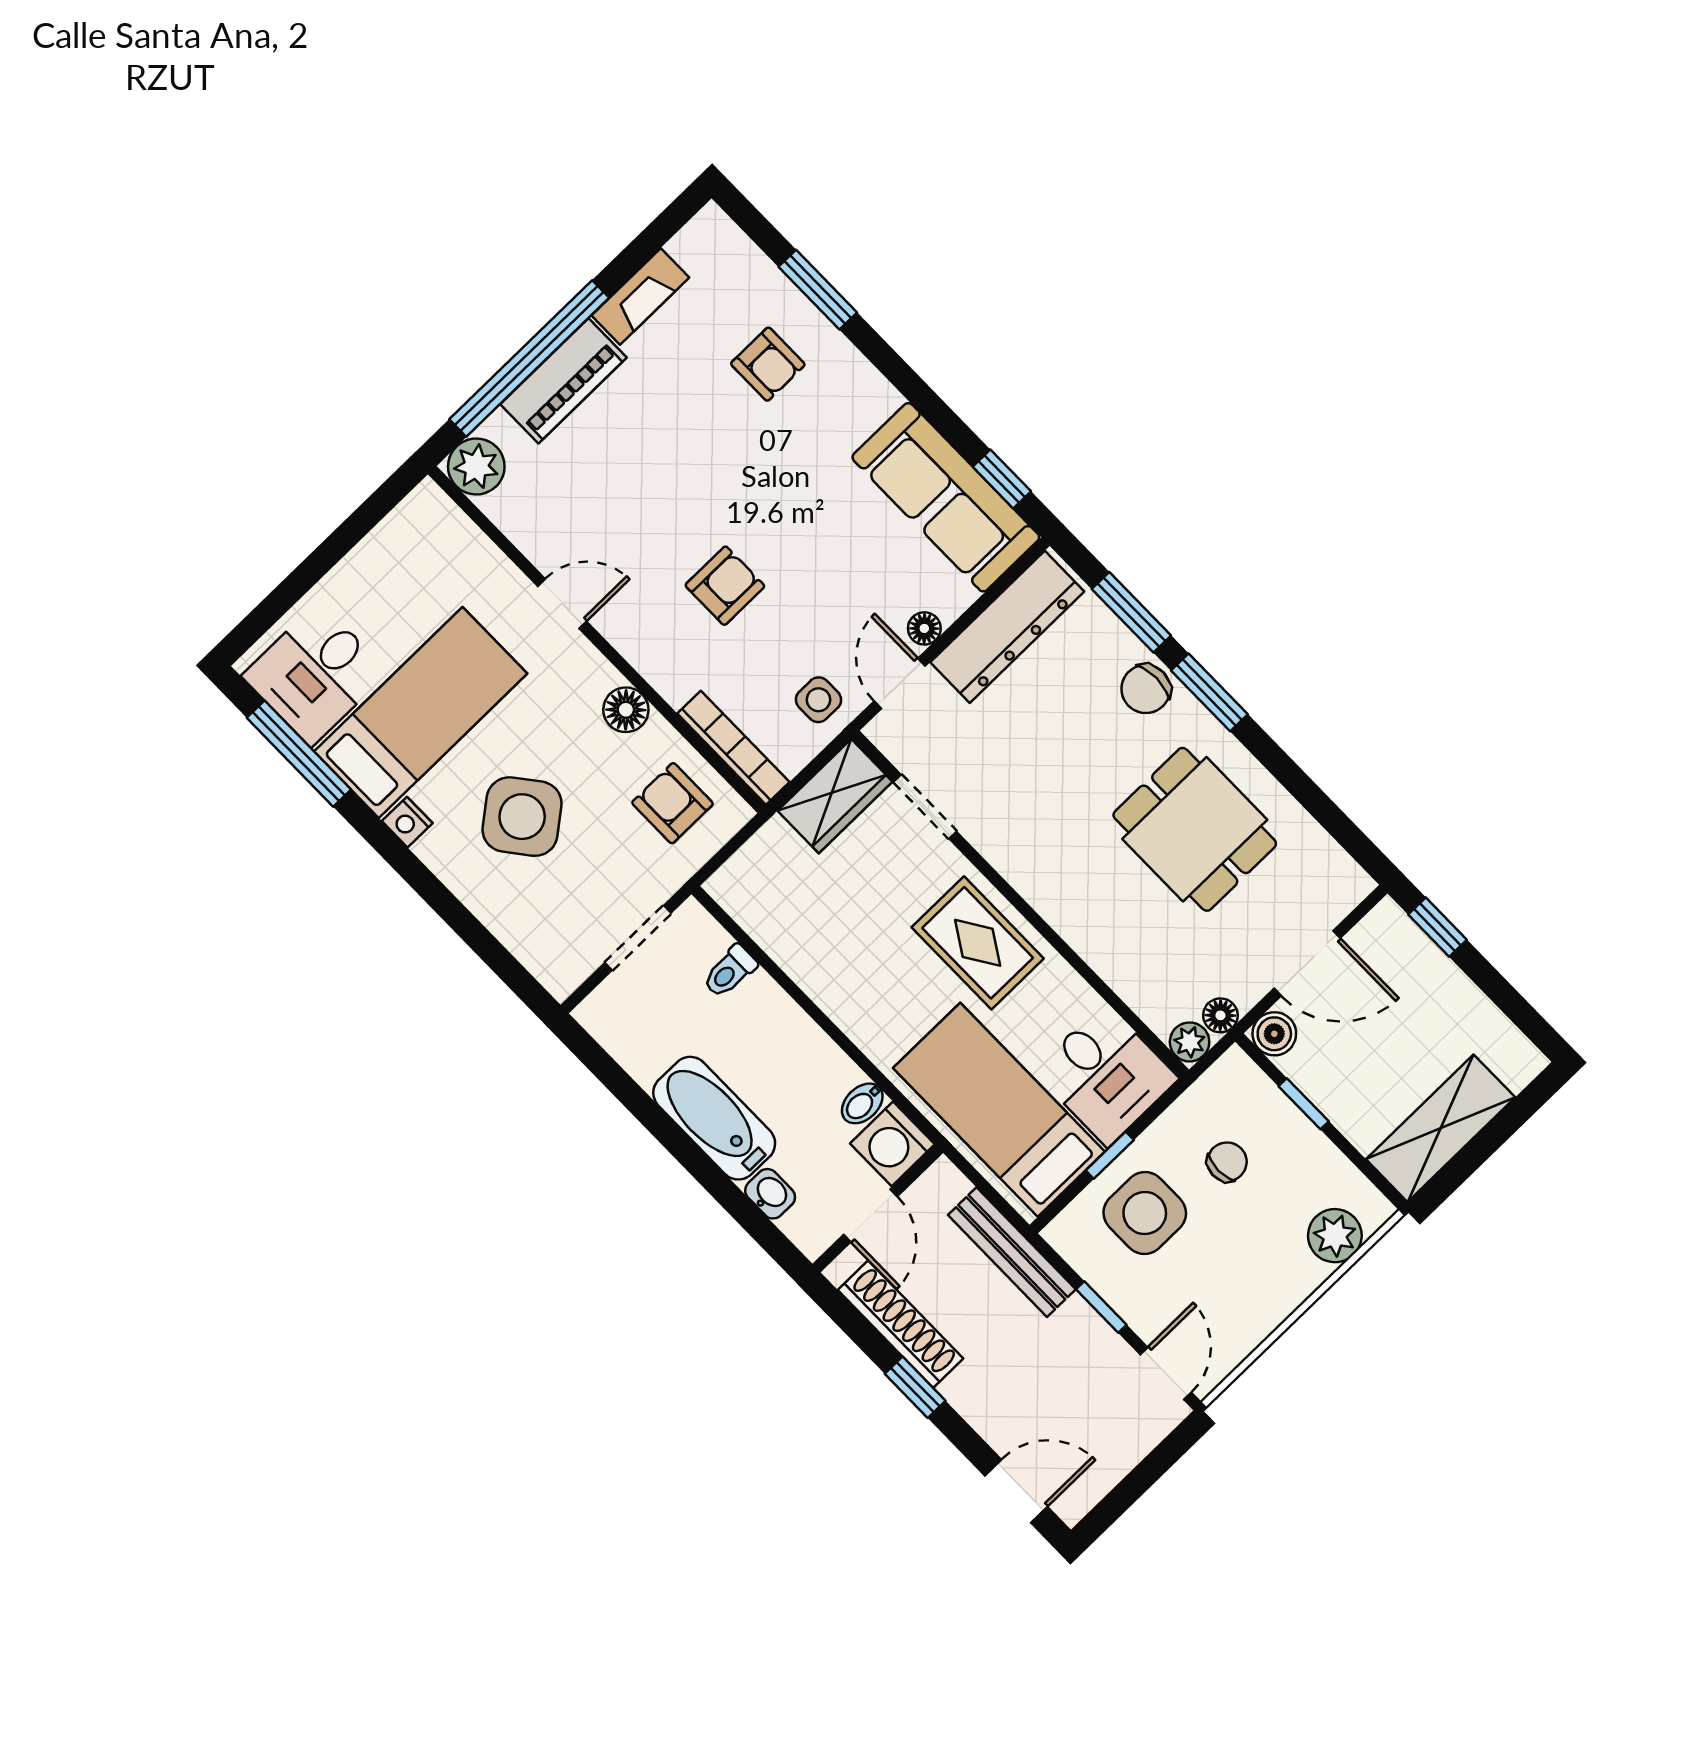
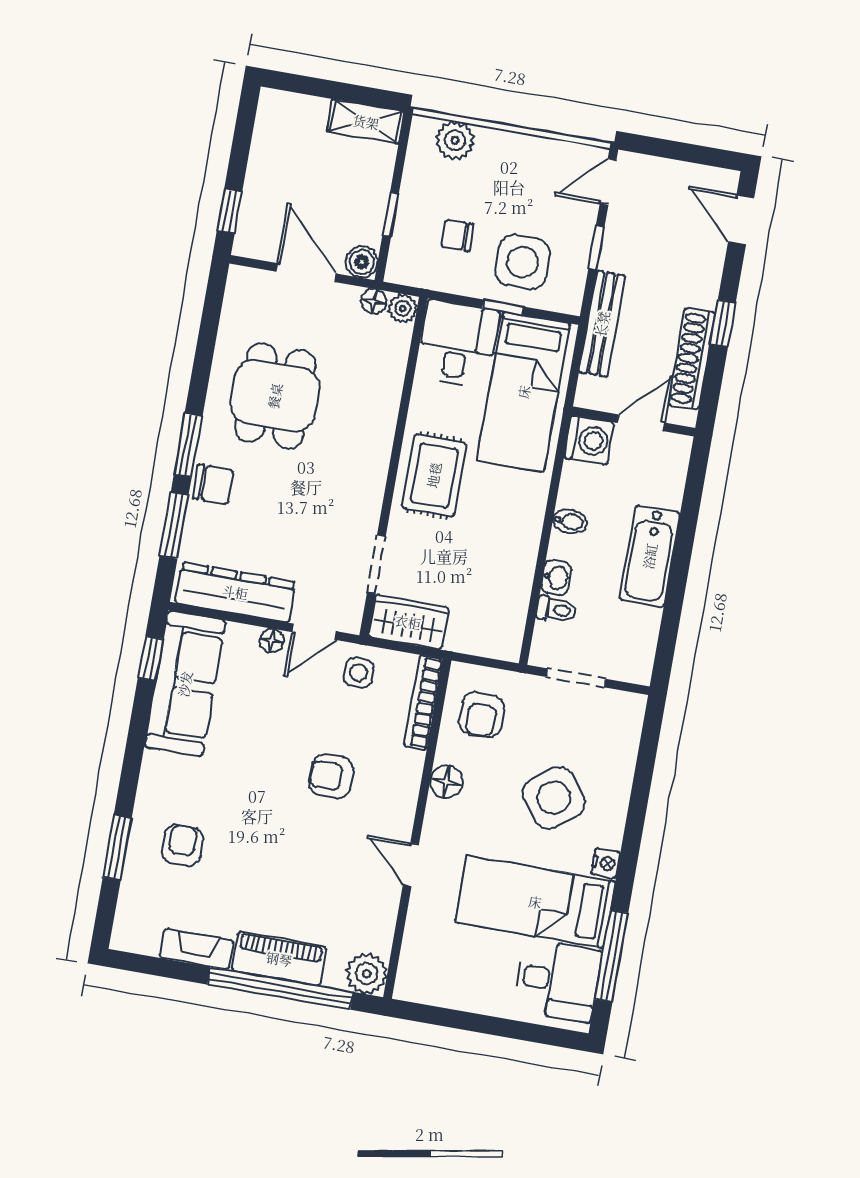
bidet: (862, 1103) -> (570, 522), moved
shelving: (1441, 1128) -> (366, 122), width x0.67, depth x0.75
washbasin: (770, 1194) -> (556, 578), moved, turned 180

